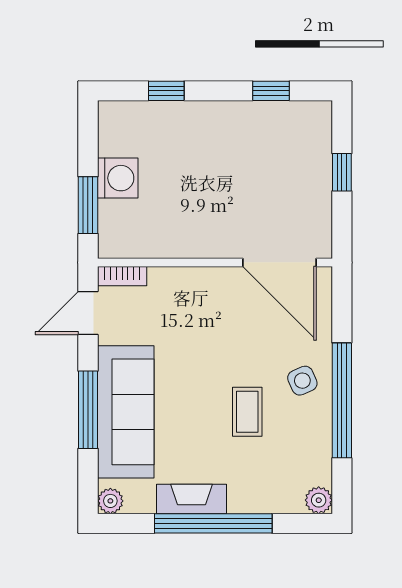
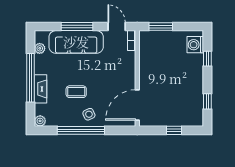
washing machine: (118, 178) -> (195, 45), moved, turned 90
fireplace: (192, 499) -> (41, 89), moved
plant: (110, 501) -> (40, 48), moved

